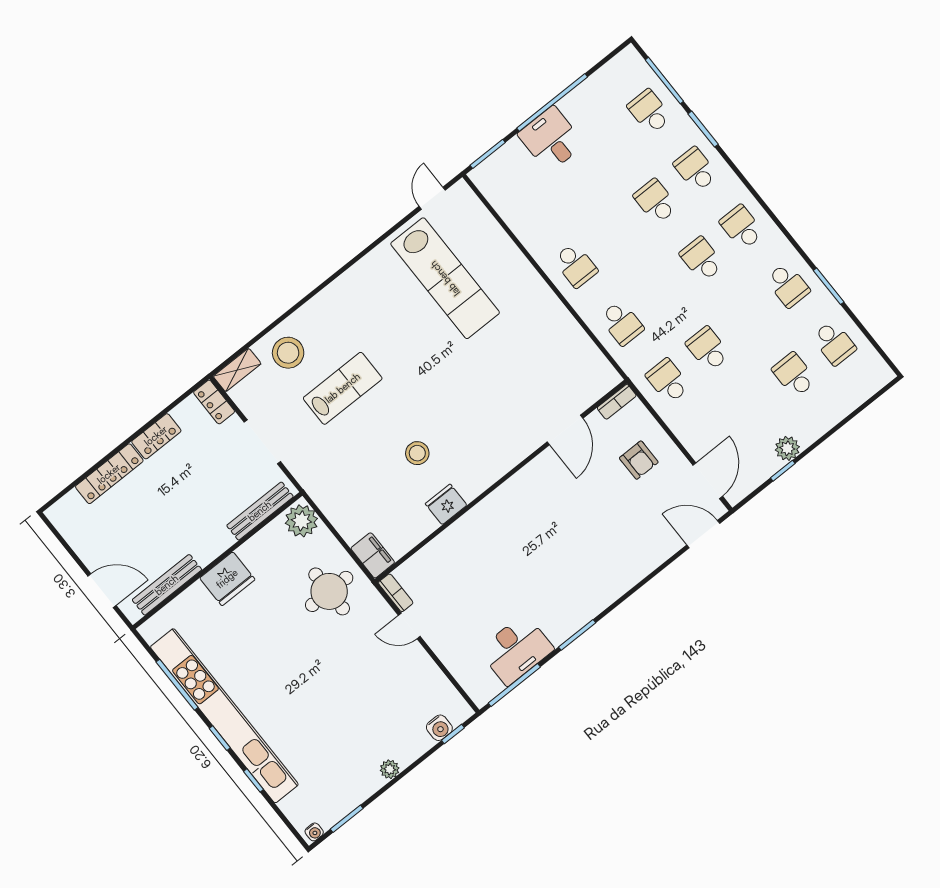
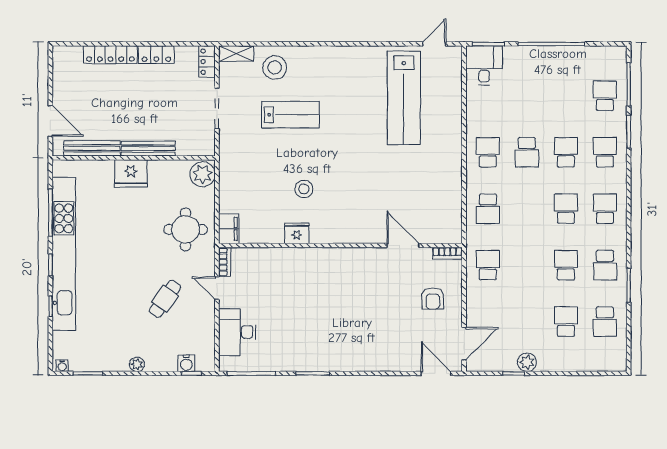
desk: (551, 139) -> (484, 65), moved
school desk: (616, 233) -> (527, 152), added
school desk: (576, 265) -> (488, 152), turned 180
school desk: (708, 349) -> (566, 265), moved
door: (565, 430) -> (403, 245), swing flipped
bench: (260, 511) -> (148, 149), moved
desk: (516, 650) -> (237, 332), moved, turned 90
cafe table: (365, 679) -> (165, 299), added

